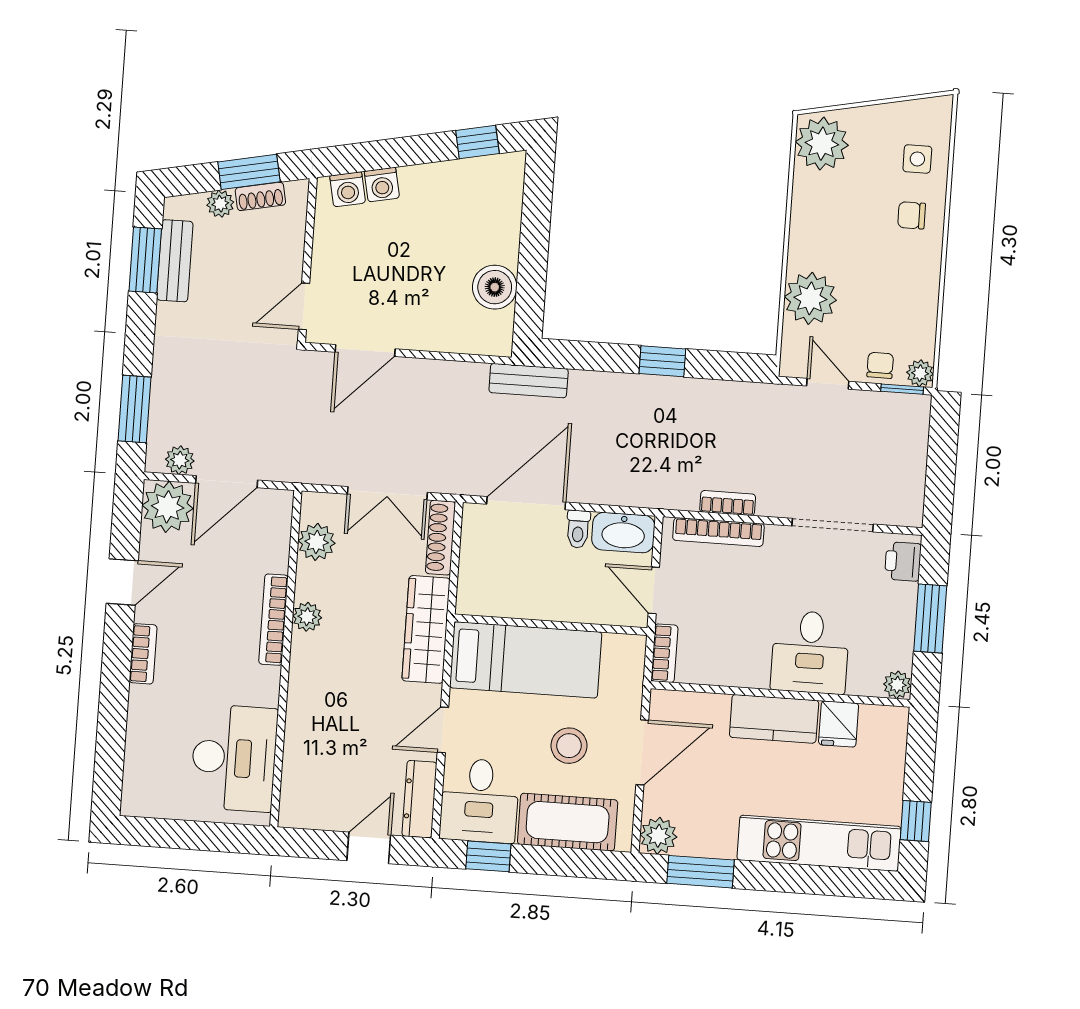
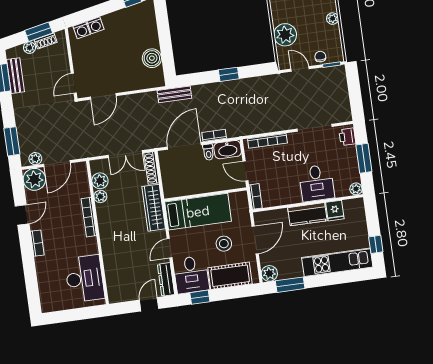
plant: (920, 373) -> (333, 19), moved
bookcase: (728, 503) -> (214, 135), moved
plant: (307, 617) -> (100, 196), moved

